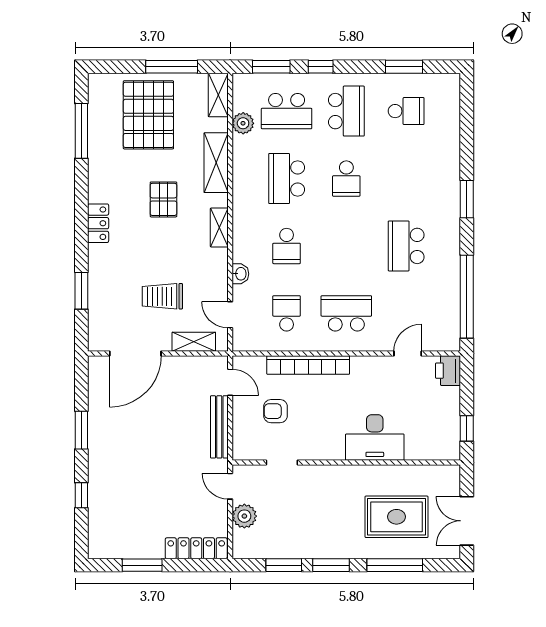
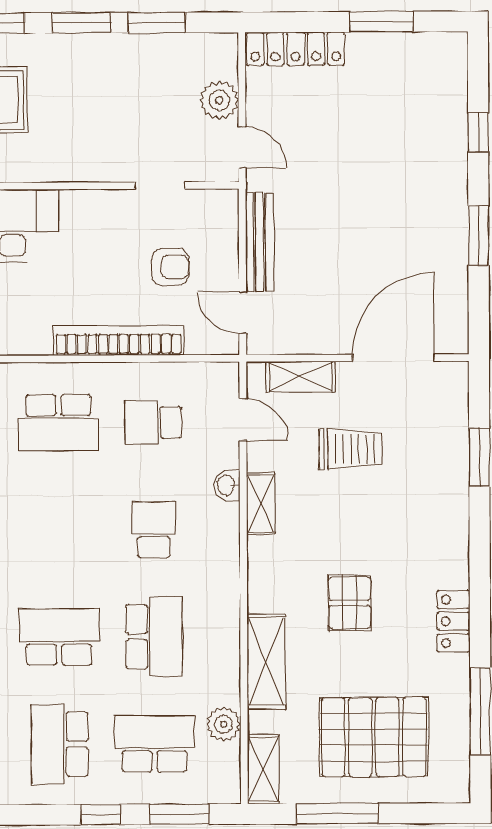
pallet: (148, 115) -> (374, 737), turned 90
school desk: (346, 179) -> (59, 637), width x1.85
locker: (98, 223) -> (453, 621), moved
shelving: (219, 227) -> (261, 504), moved
school desk: (287, 313) -> (153, 422), turned 90

